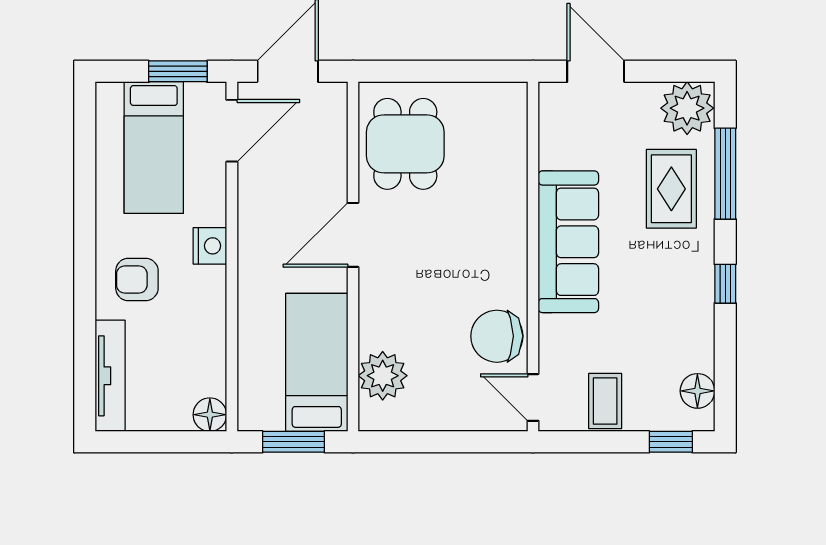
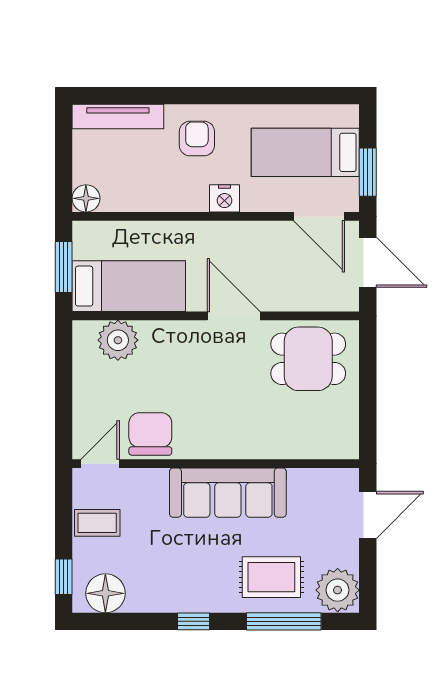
floor lamp: (697, 391) -> (105, 593), width x1.38, depth x1.38

